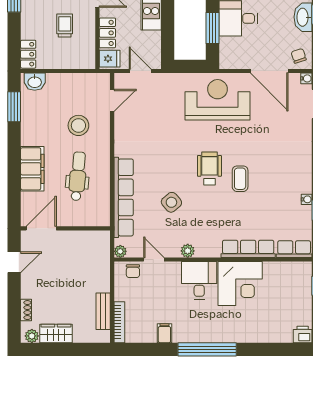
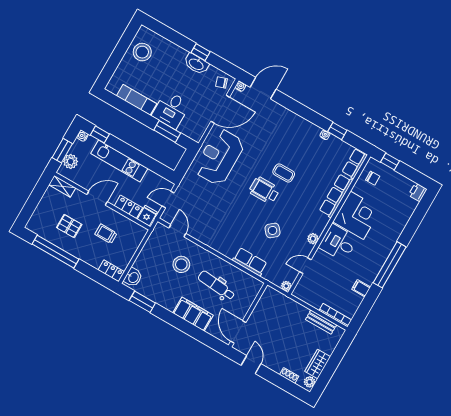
row of seats: (124, 197) -> (250, 262), width x0.50
chair: (133, 271) -> (373, 178), moved

